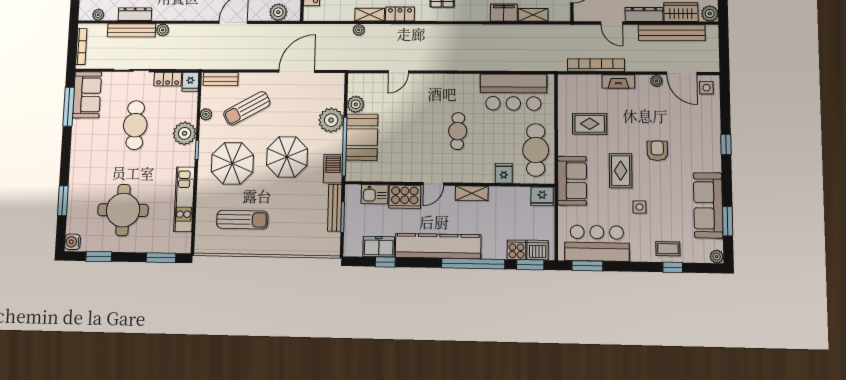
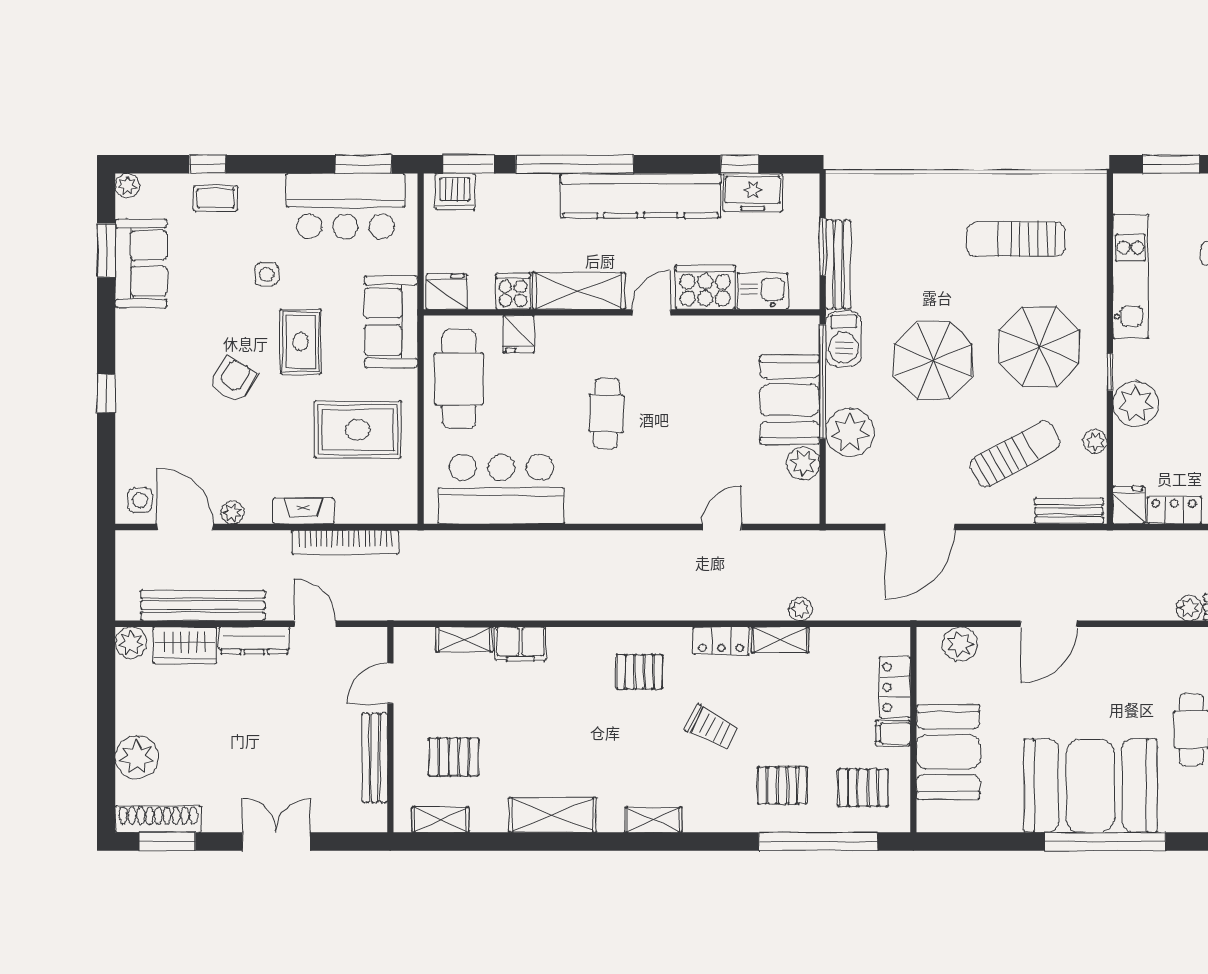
rug: (590, 124) -> (358, 430), width x1.36, depth x1.43
armchair: (657, 151) -> (233, 380), turned -149
shelving: (472, 193) -> (579, 291), width x1.50, depth x1.33
sofa: (708, 205) -> (141, 263), width x0.73
cooker: (516, 250) -> (513, 291), moved, turned 180

